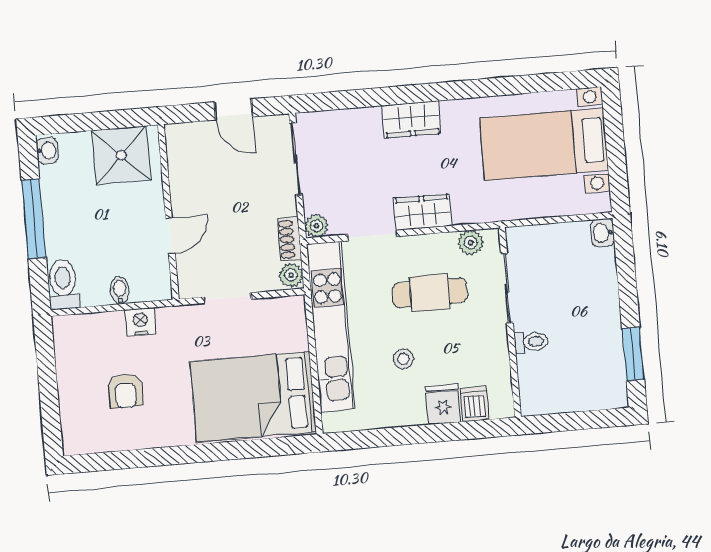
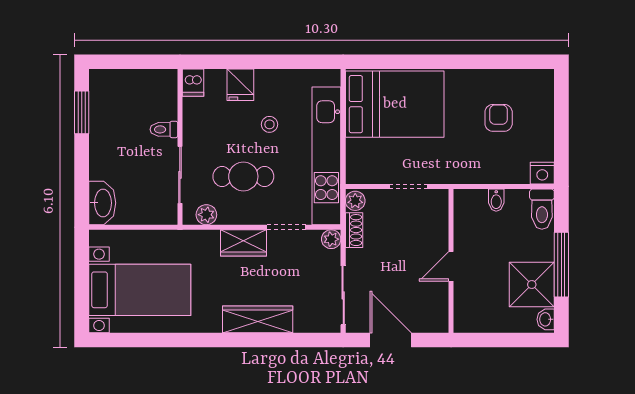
door: (233, 109) -> (391, 340), width x1.38
wardrobe: (412, 119) -> (258, 319), width x1.50
shower: (121, 155) -> (532, 285), moved
washbasin: (603, 233) -> (102, 203), width x1.91, depth x1.45
door: (170, 236) -> (451, 266), moved
nightstand: (140, 322) -> (542, 173), moved
dishwasher: (475, 404) -> (193, 83), moved

